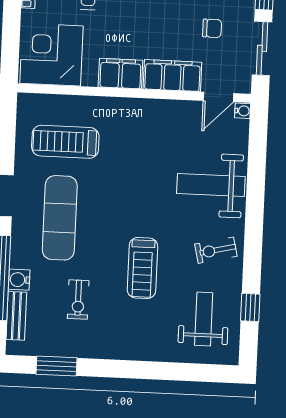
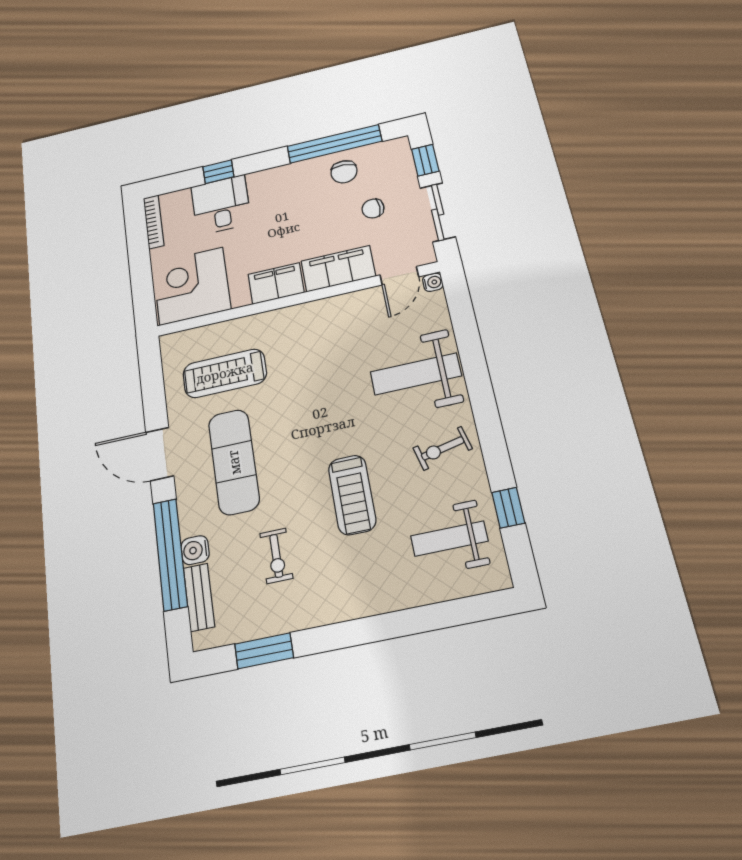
chair: (212, 28) -> (373, 208), turned 180
weight bench: (204, 319) -> (449, 539), turned -90

